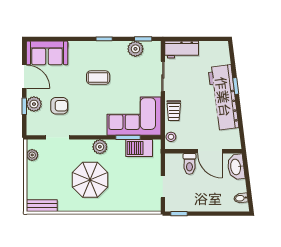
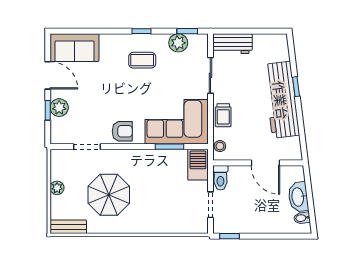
coffee table: (98, 78) -> (142, 60), moved
armchair: (59, 106) -> (122, 131), moved
plant: (100, 147) -> (136, 158), removed
barbecue: (139, 148) -> (198, 165), moved, turned 90
plant: (32, 155) -> (57, 188), moved
toilet: (189, 164) -> (220, 178), moved
washbasin: (236, 167) -> (298, 197), moved
parasol: (90, 180) -> (109, 195), moved

